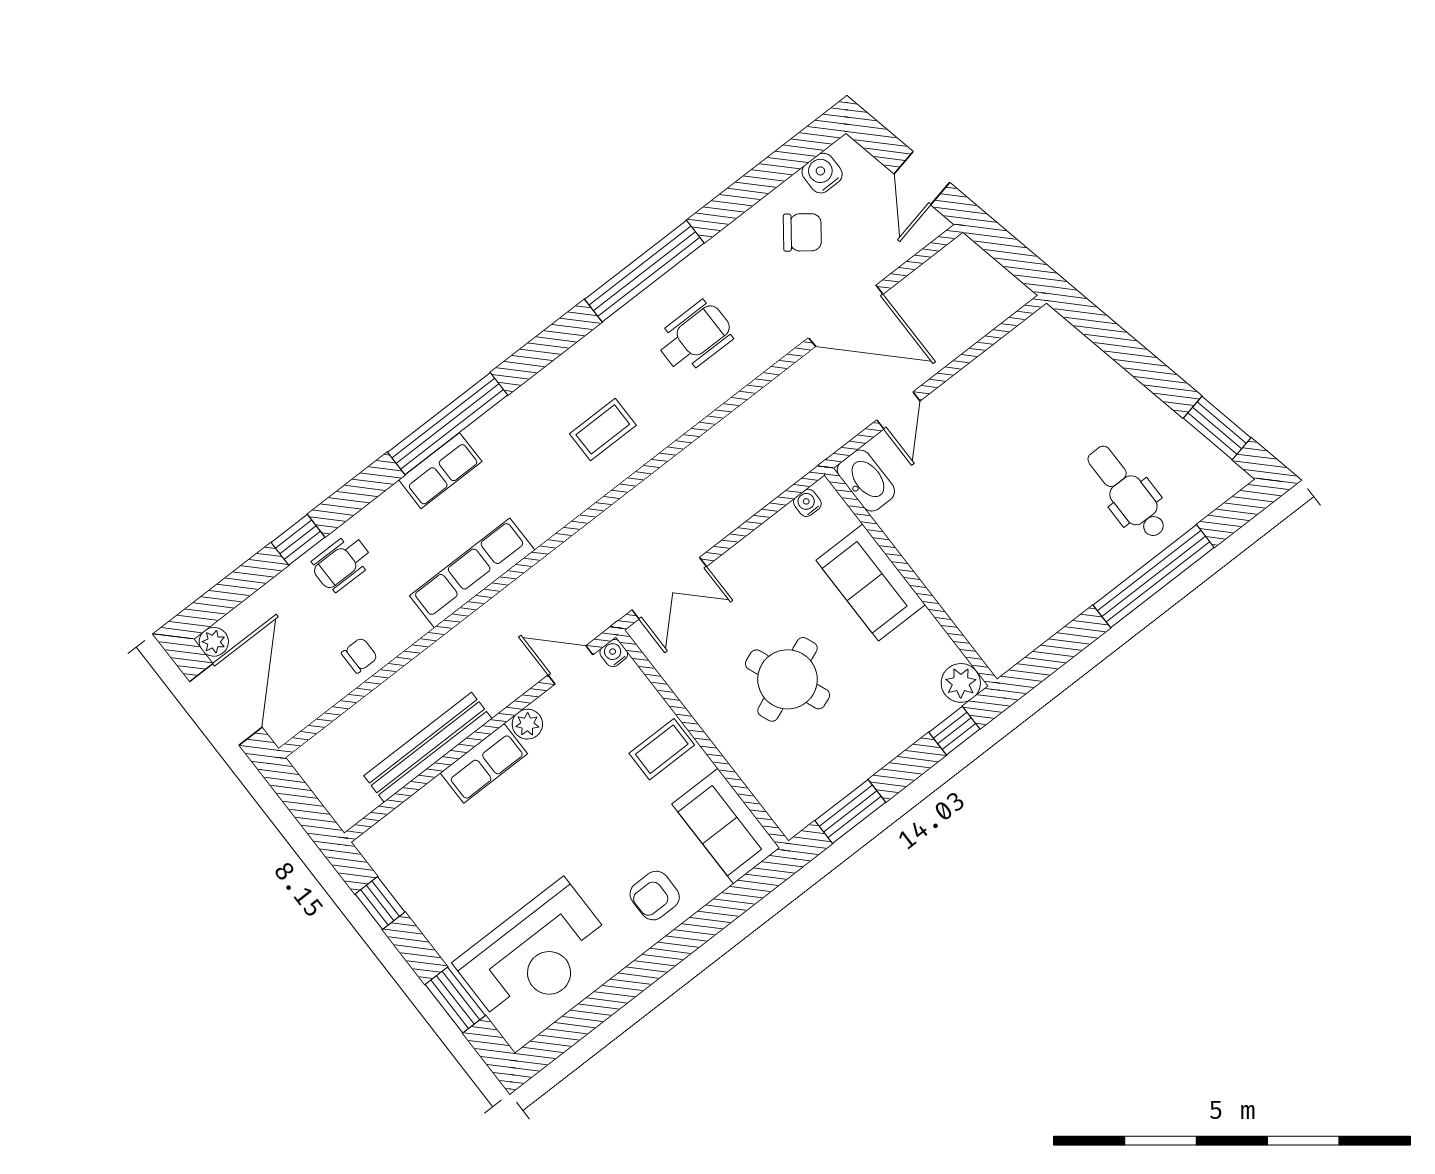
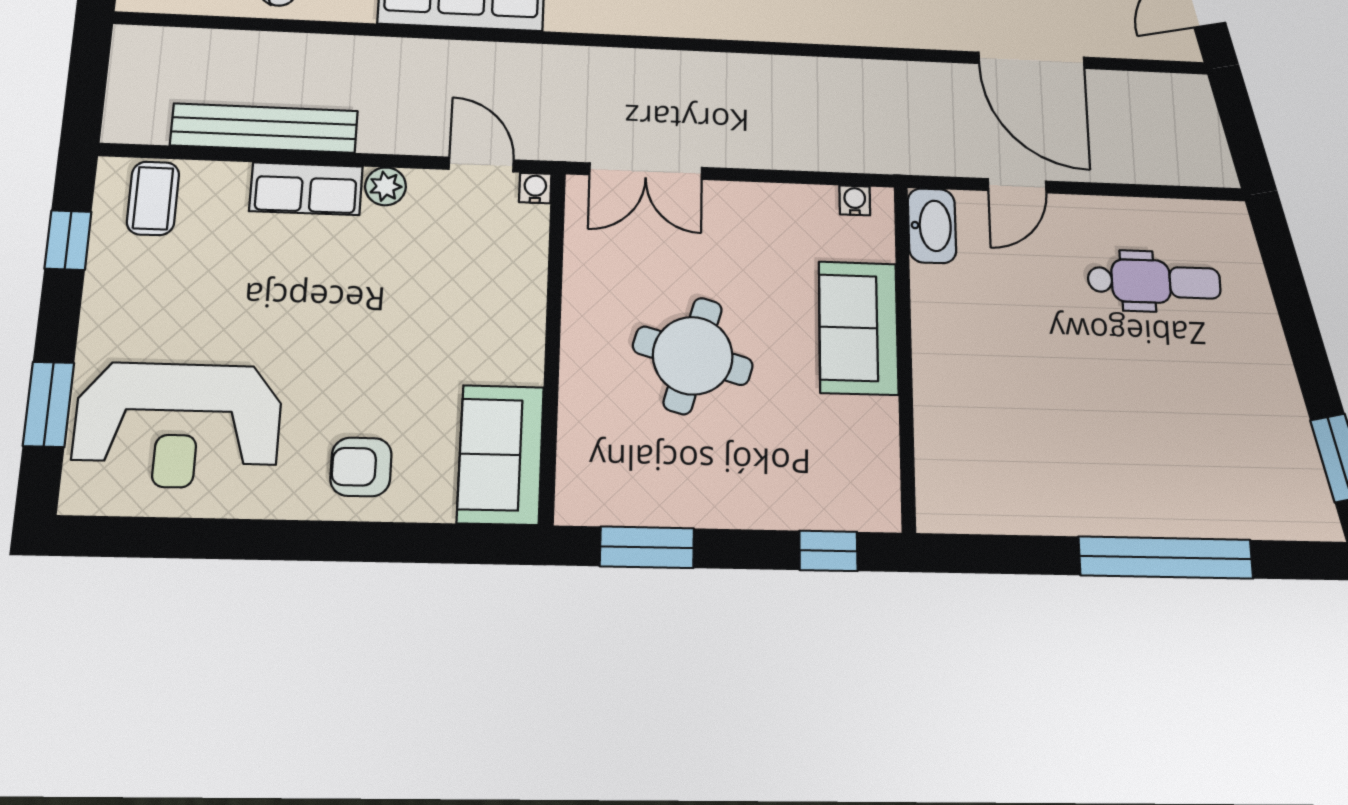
dental chair: (1127, 492) -> (1154, 281), moved, turned 90
round table: (788, 679) -> (693, 356), turned 38
plant: (961, 683) -> (874, 506), removed
coffee table: (662, 749) -> (153, 198), moved, turned 90

